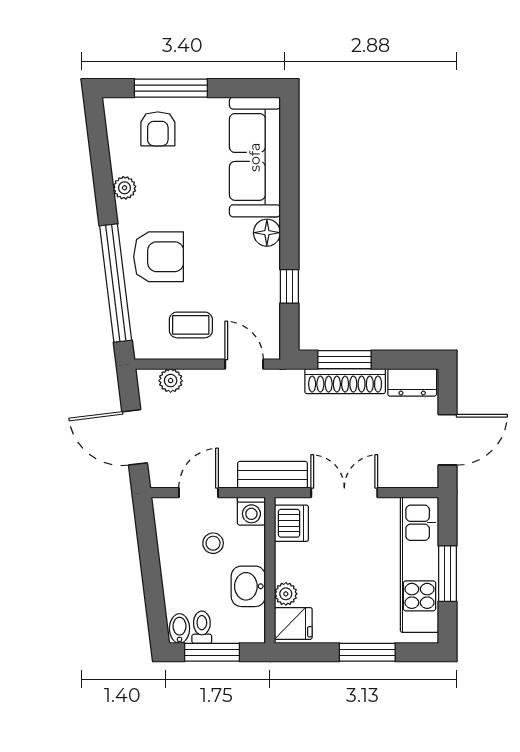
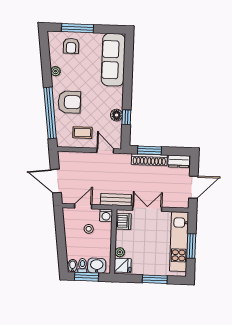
floor lamp: (267, 233) -> (117, 115), moved
plant: (171, 381) -> (73, 157), removed
washbasin: (248, 586) -> (97, 266), moved, turned 90

